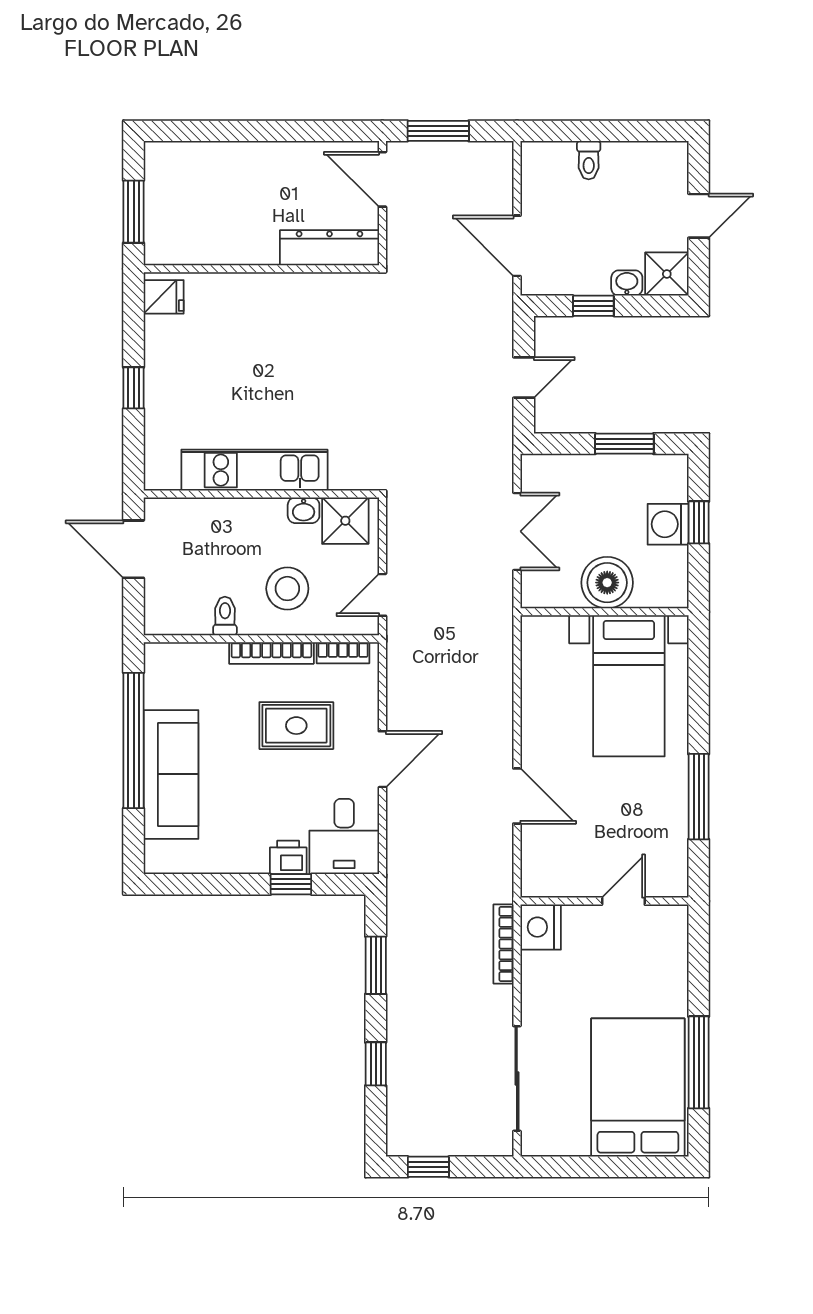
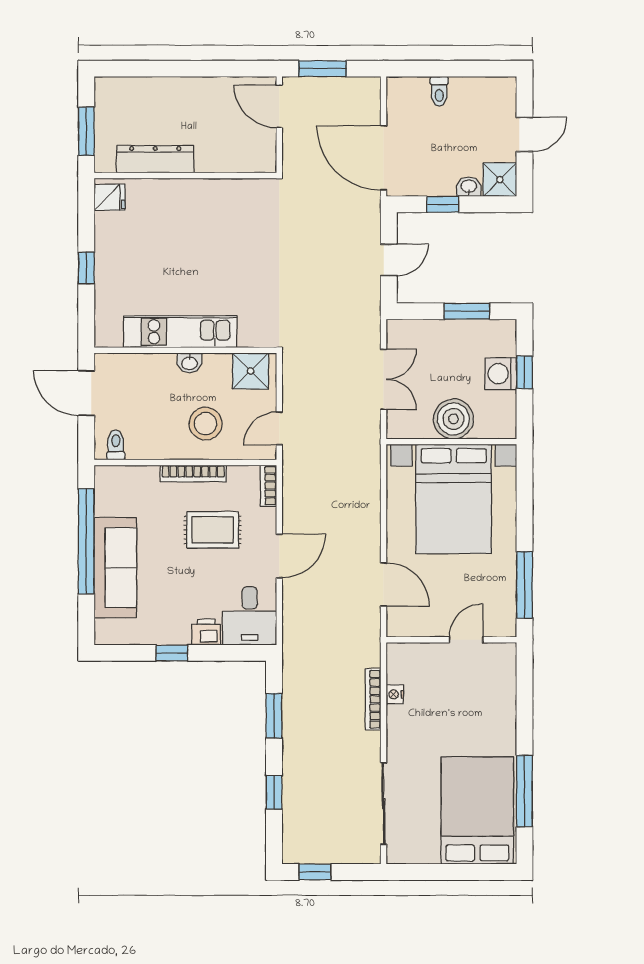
door: (517, 246) -> (384, 158), width x1.36
dresser: (329, 248) -> (155, 159), moved
washbasin: (304, 510) -> (190, 363), moved
toilet: (225, 616) -> (116, 445), moved
bookcase: (343, 653) -> (268, 486), moved, turned 90
bed with nightstands: (629, 686) -> (454, 499), width x1.36
window: (291, 884) -> (172, 653), moved
wall: (604, 901) -> (451, 640), moved
door: (623, 901) -> (466, 640), moved
nightstand: (541, 927) -> (395, 694), width x0.53, depth x0.56

